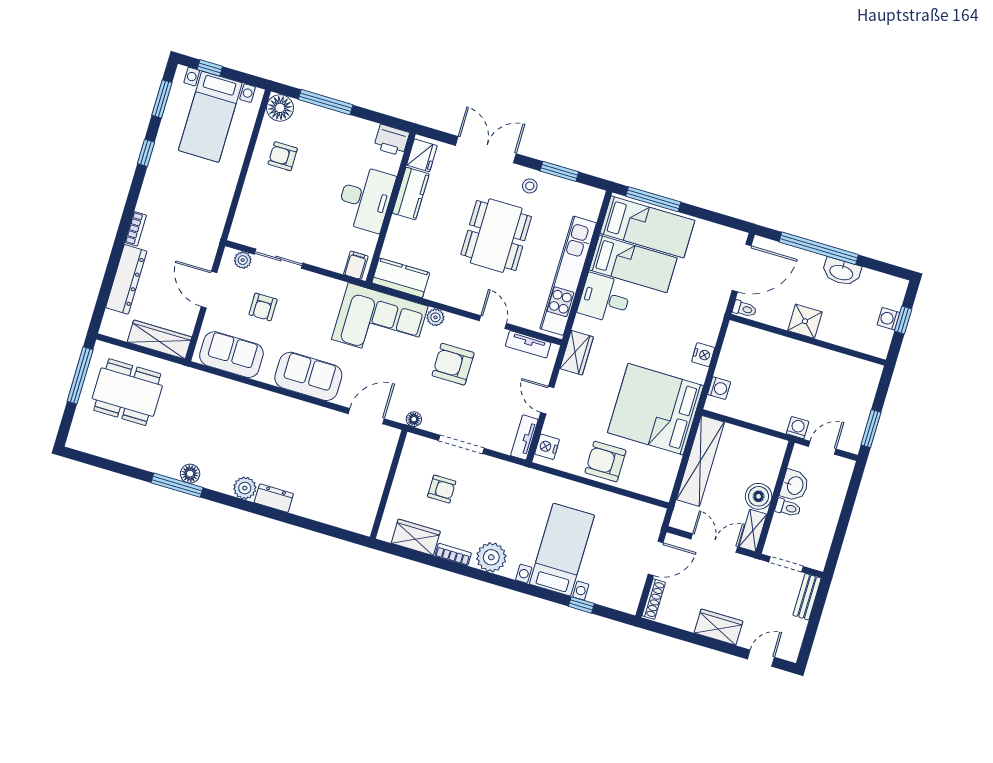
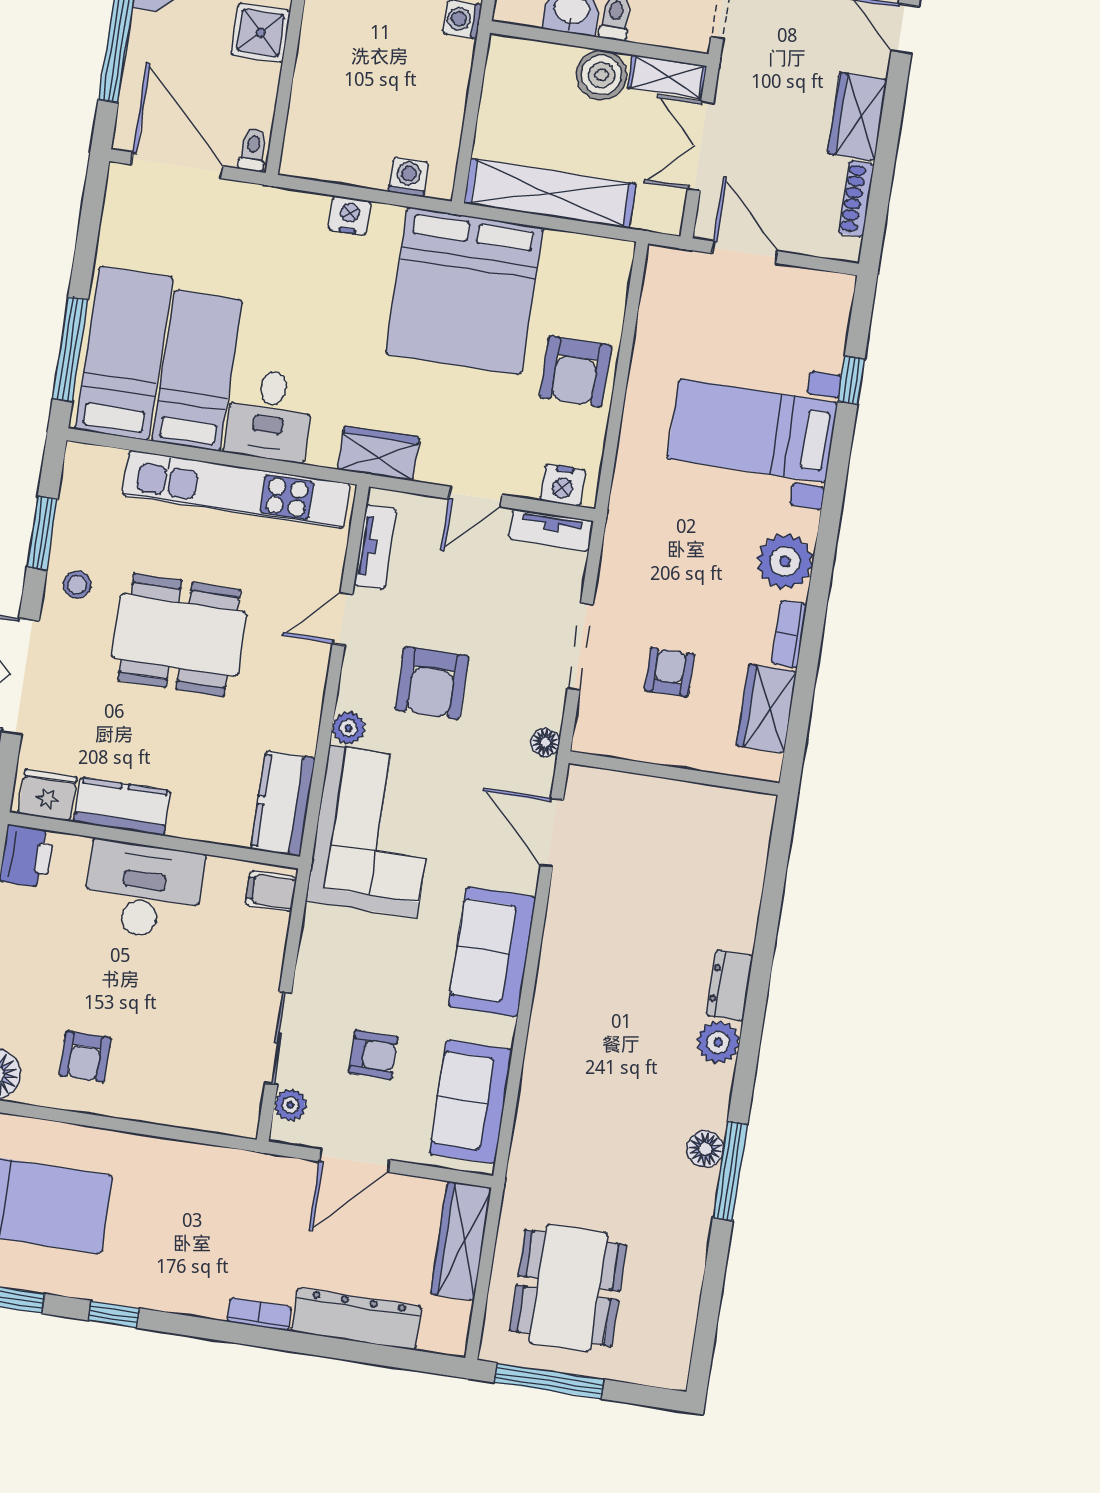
shoe rack: (654, 599) -> (856, 199), moved, turned -90

